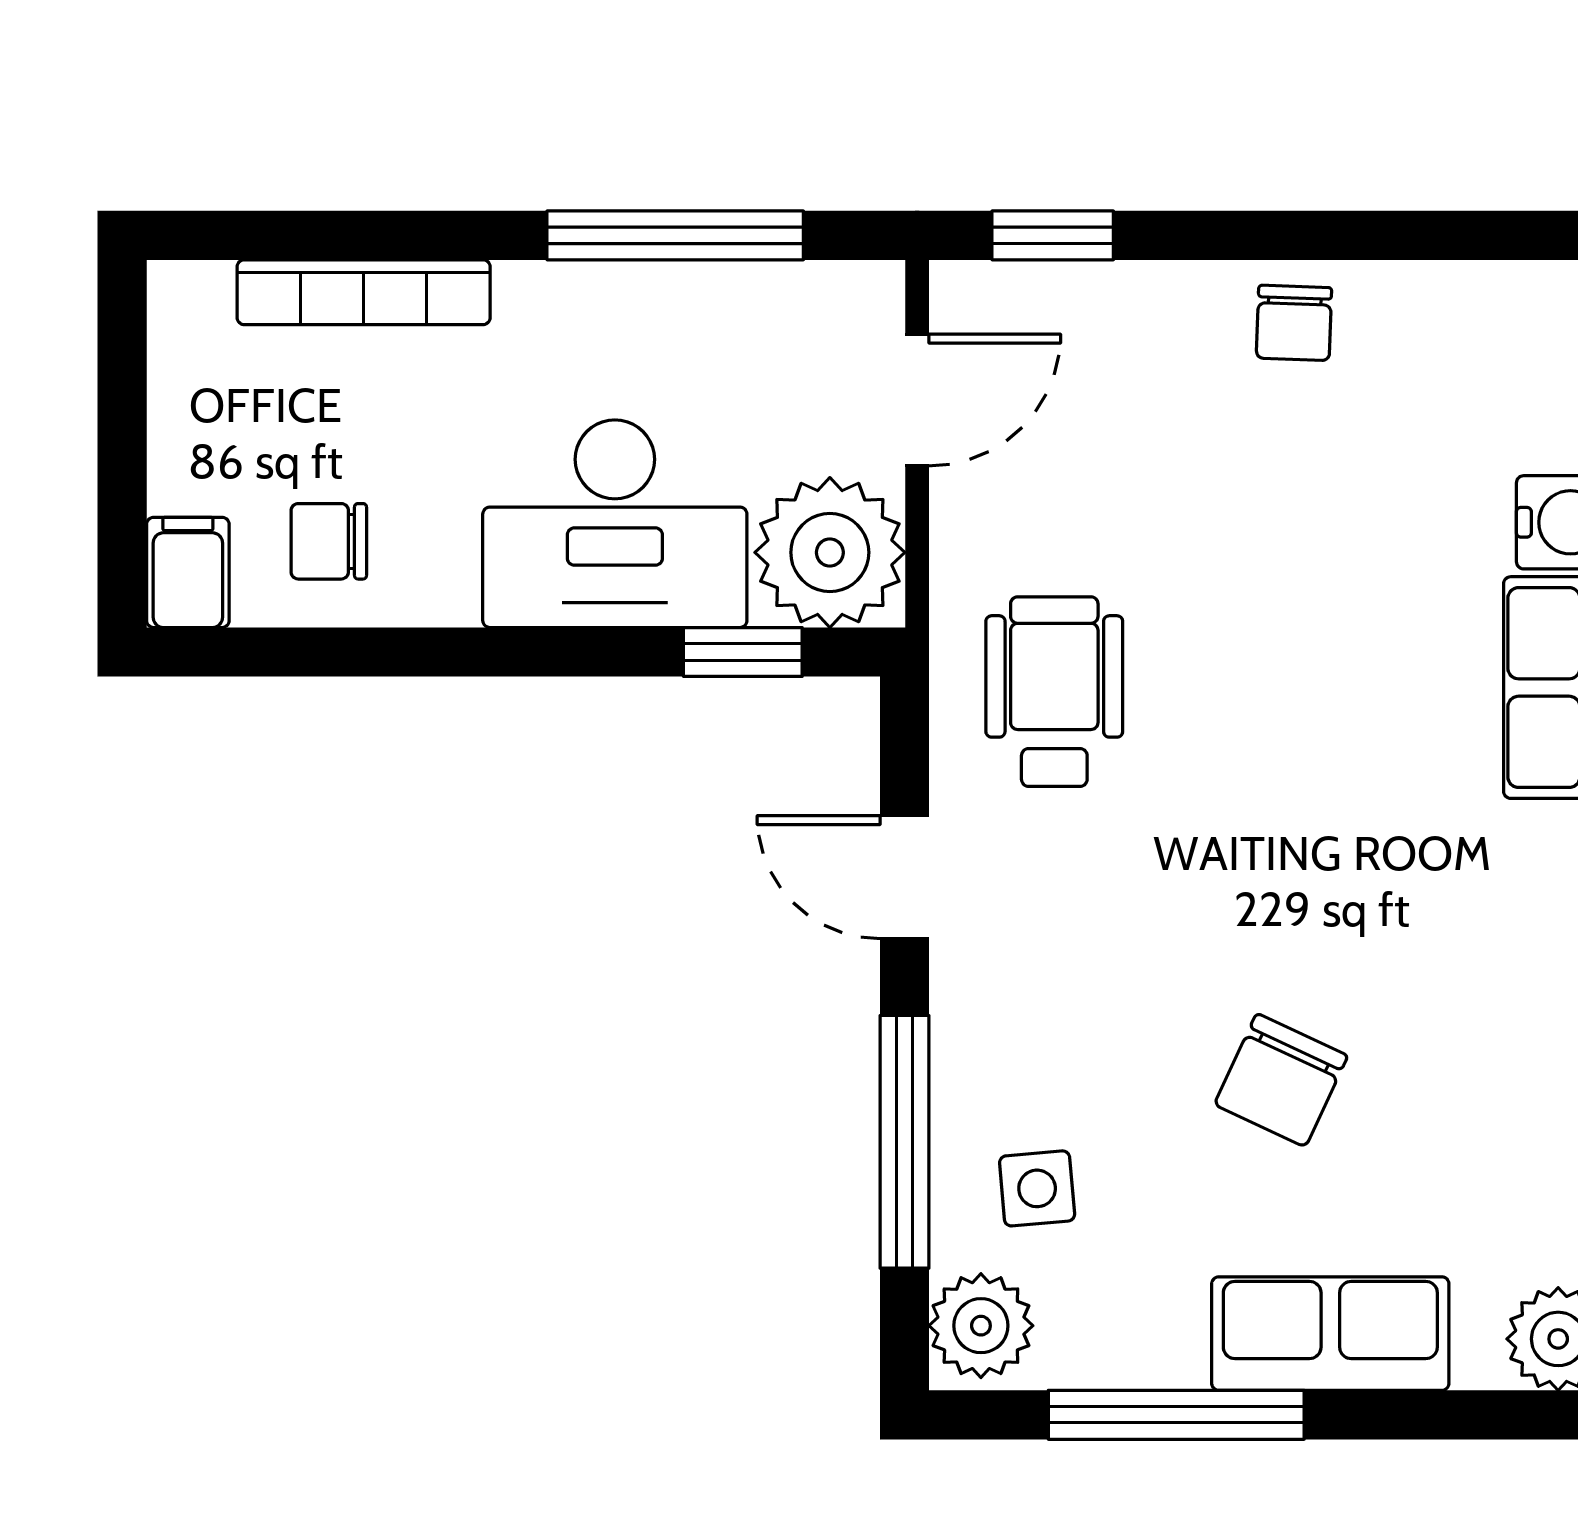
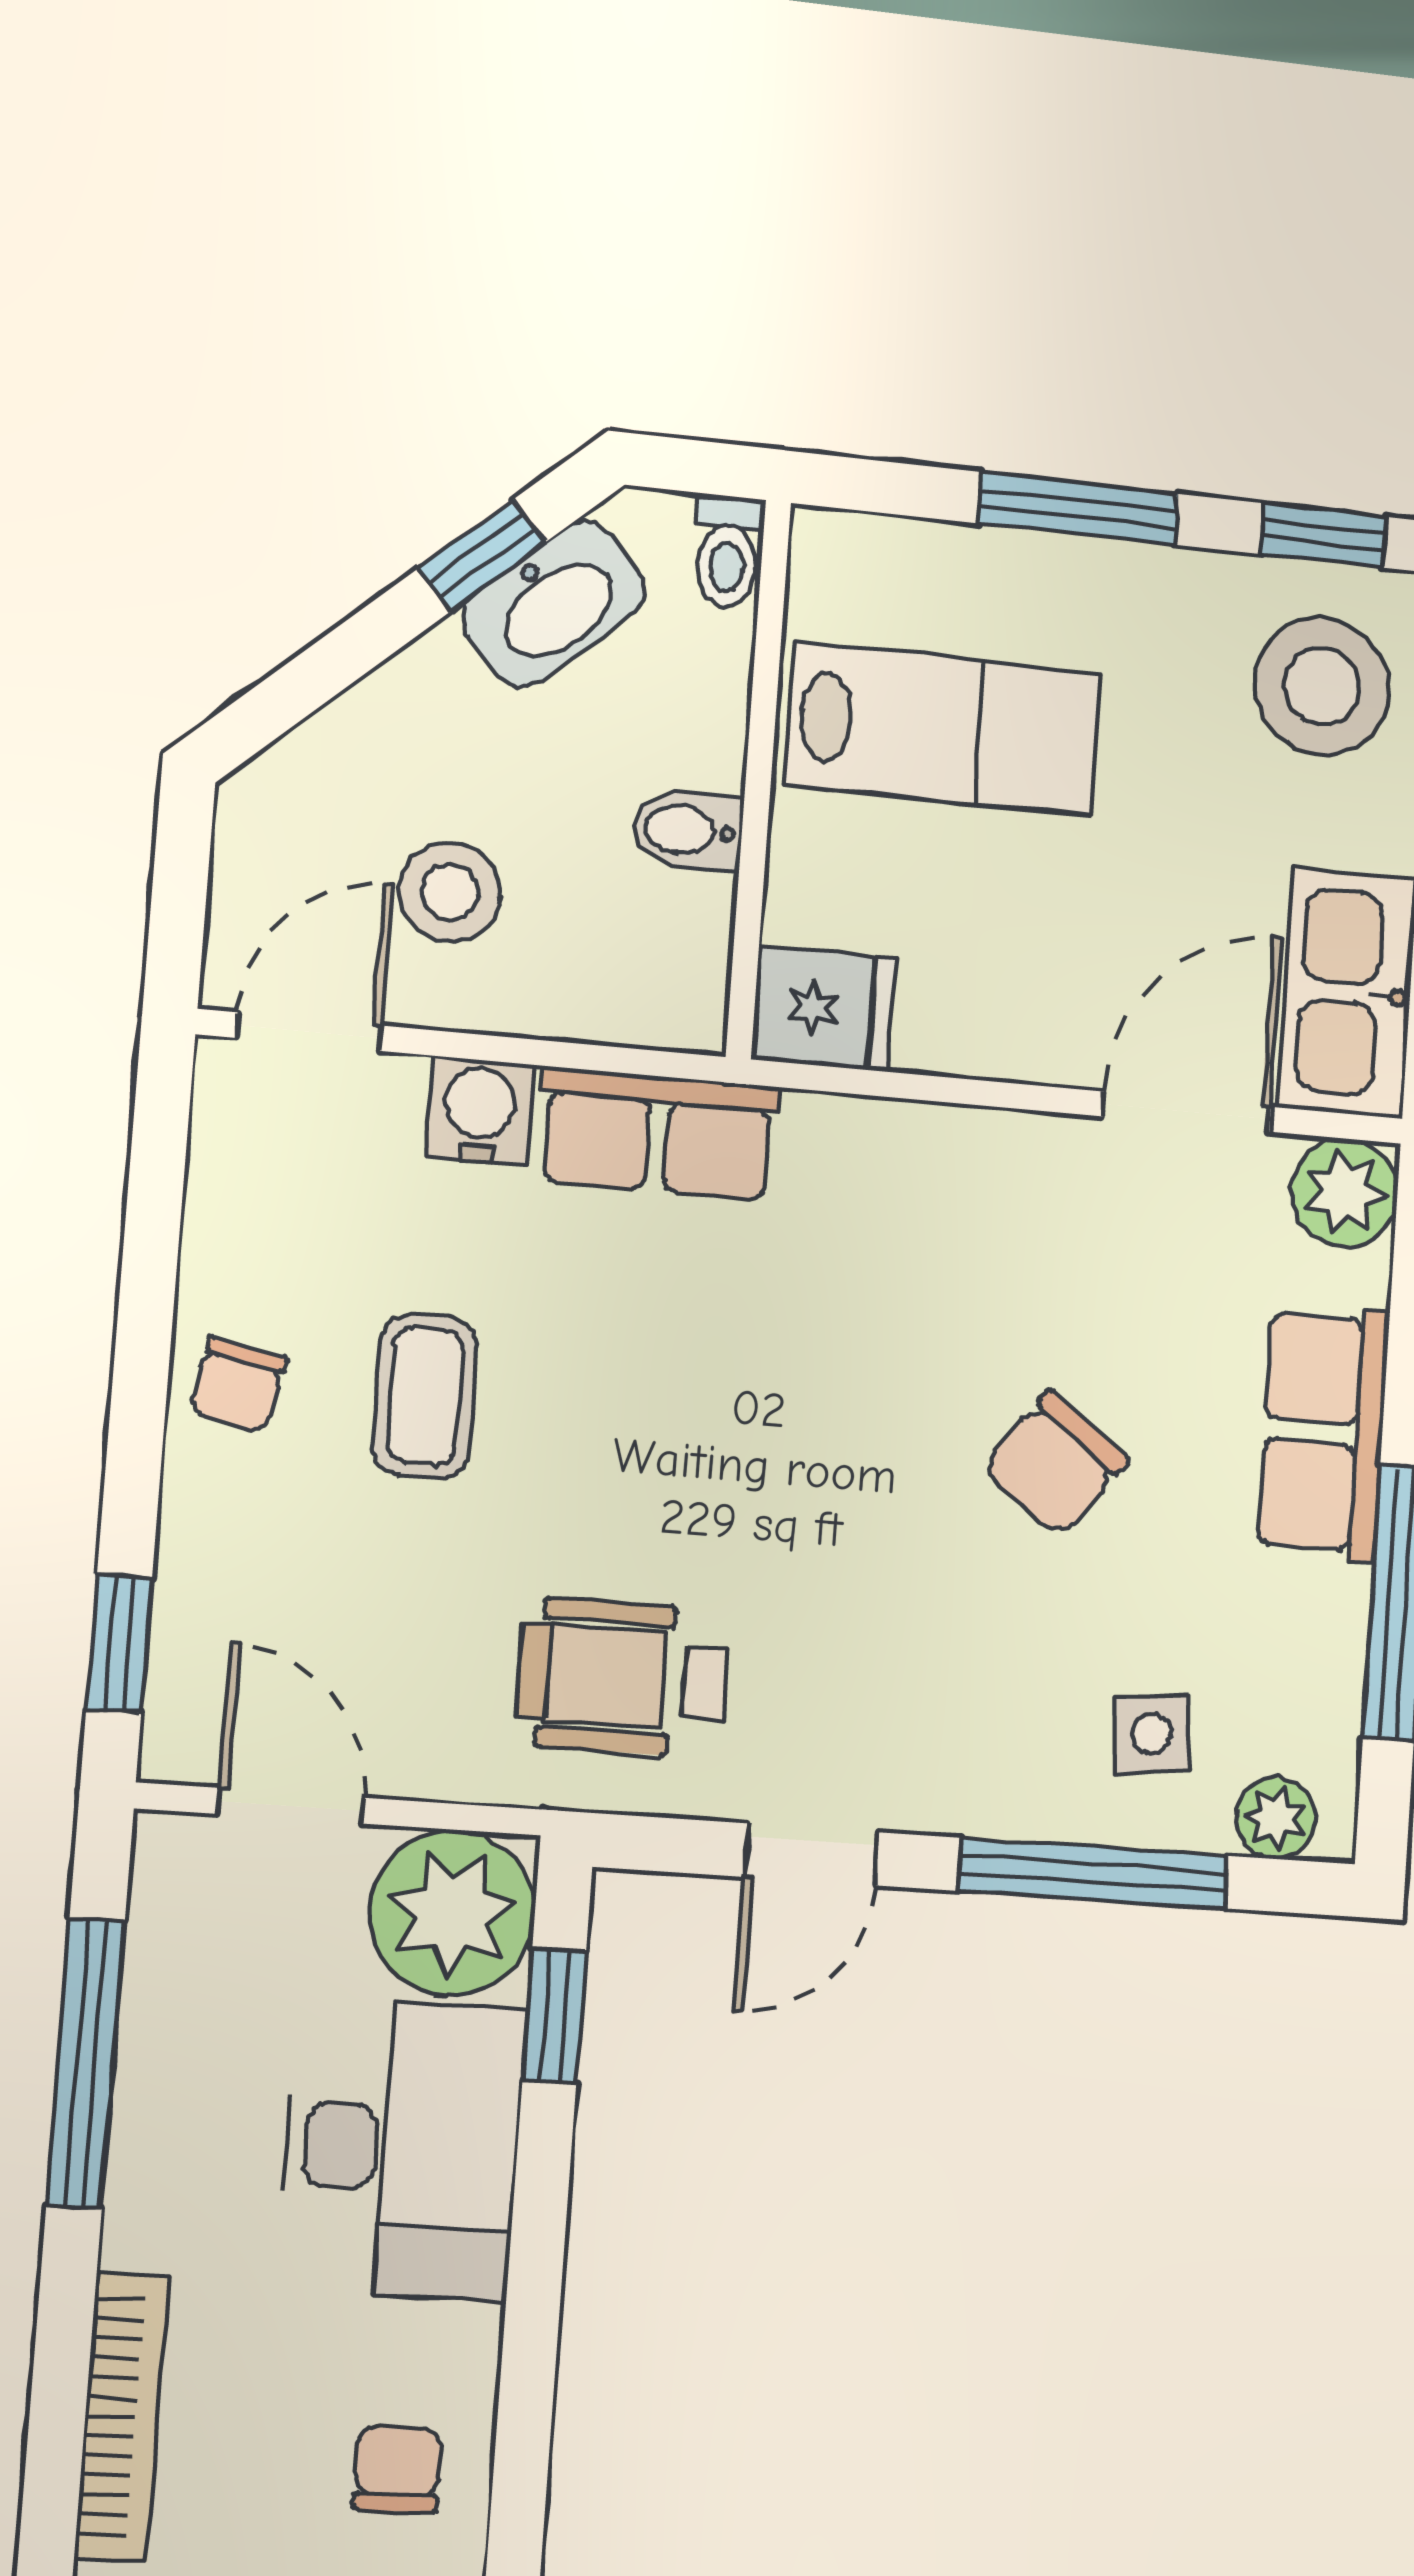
chair: (1294, 323) -> (238, 1385), turned 100
coffee table: (1298, 492) -> (425, 1396), added
chair: (329, 541) -> (398, 2469), turned 180
chair: (1281, 1080) -> (1055, 1464), turned 102
plant: (981, 1326) -> (1276, 1818), width x0.73, depth x0.73

